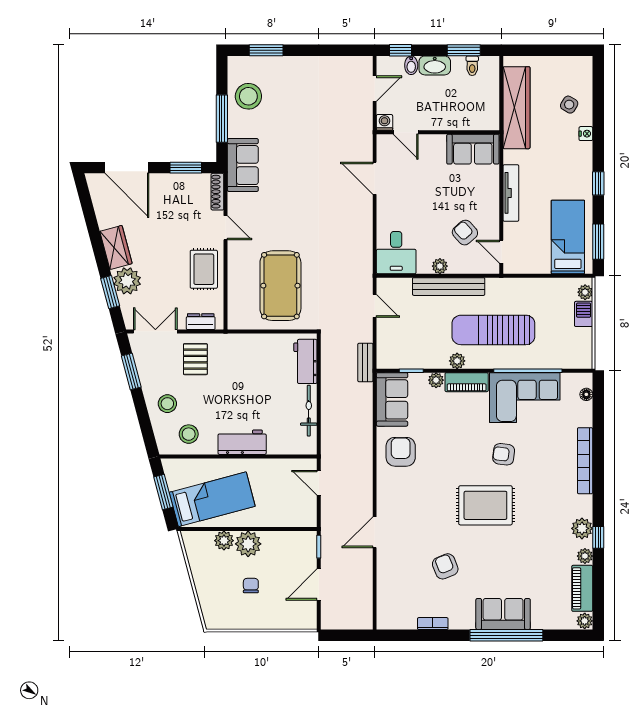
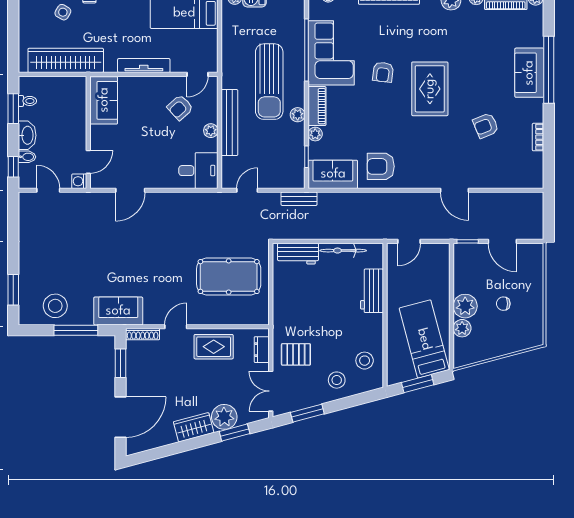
workbench: (242, 442) -> (372, 291), moved

